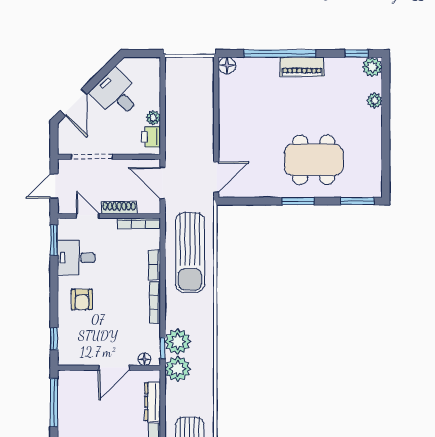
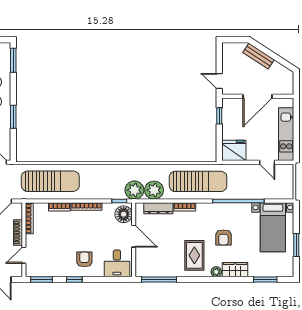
window: (298, 201) -> (13, 117), moved
desk: (76, 258) -> (117, 263), moved
armchair: (82, 300) -> (84, 259), turned -90
window: (54, 339) -> (74, 280), moved
plant: (178, 342) -> (154, 190), moved
floor lamp: (144, 359) -> (124, 214), width x1.89, depth x1.89

